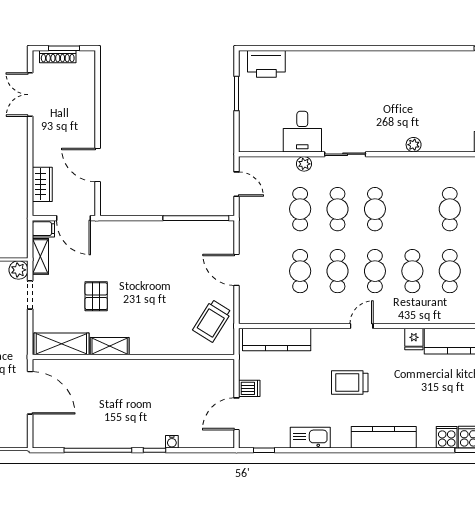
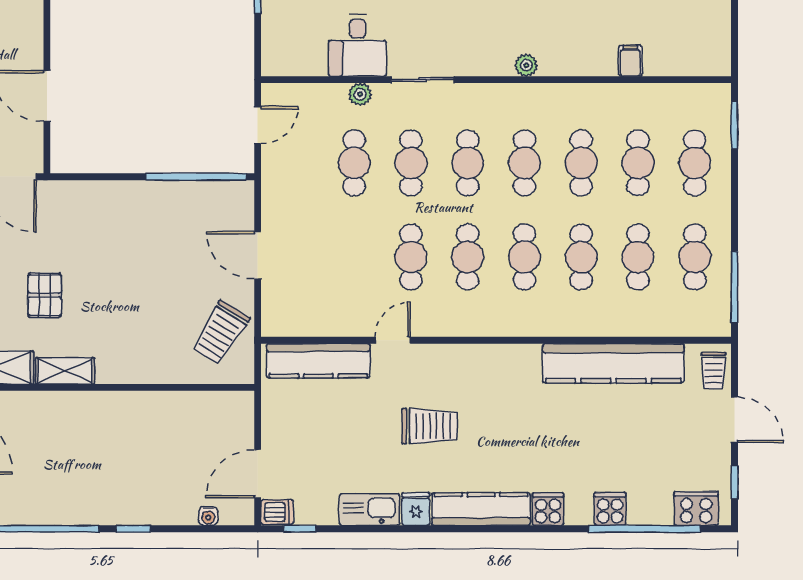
door: (237, 184) -> (258, 125), hinge flipped
cafe table: (300, 271) -> (524, 163), moved
door: (362, 326) -> (393, 340), moved
fridge: (414, 339) -> (416, 509), moved, turned 180
trolley: (350, 383) -> (430, 426), turned 180
dishwasher: (249, 388) -> (277, 512), moved
cooker: (447, 437) -> (548, 509), moved
water cooler: (172, 442) -> (208, 516), moved

